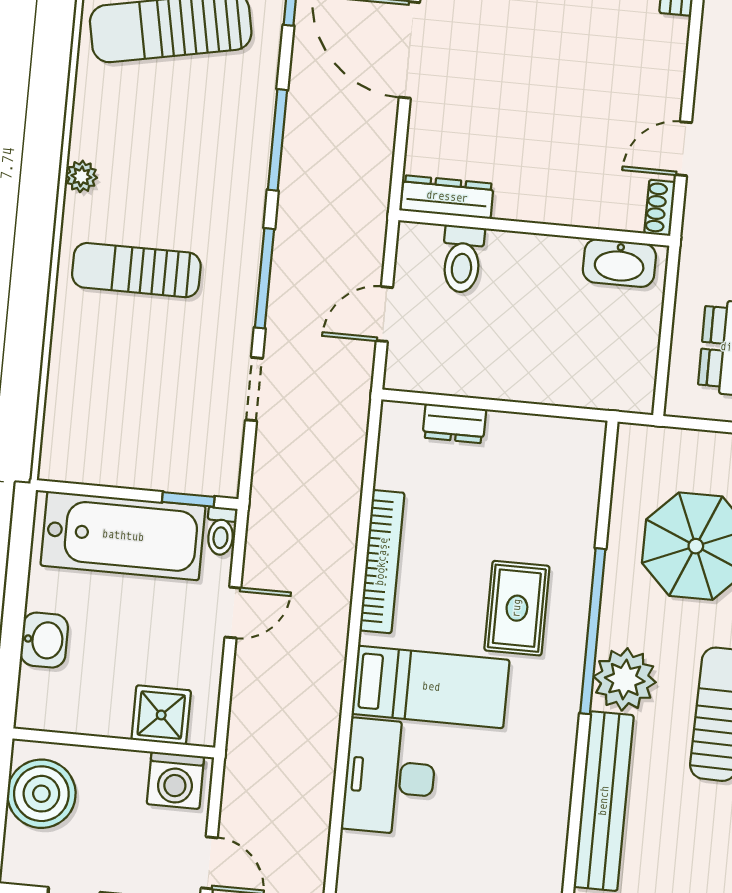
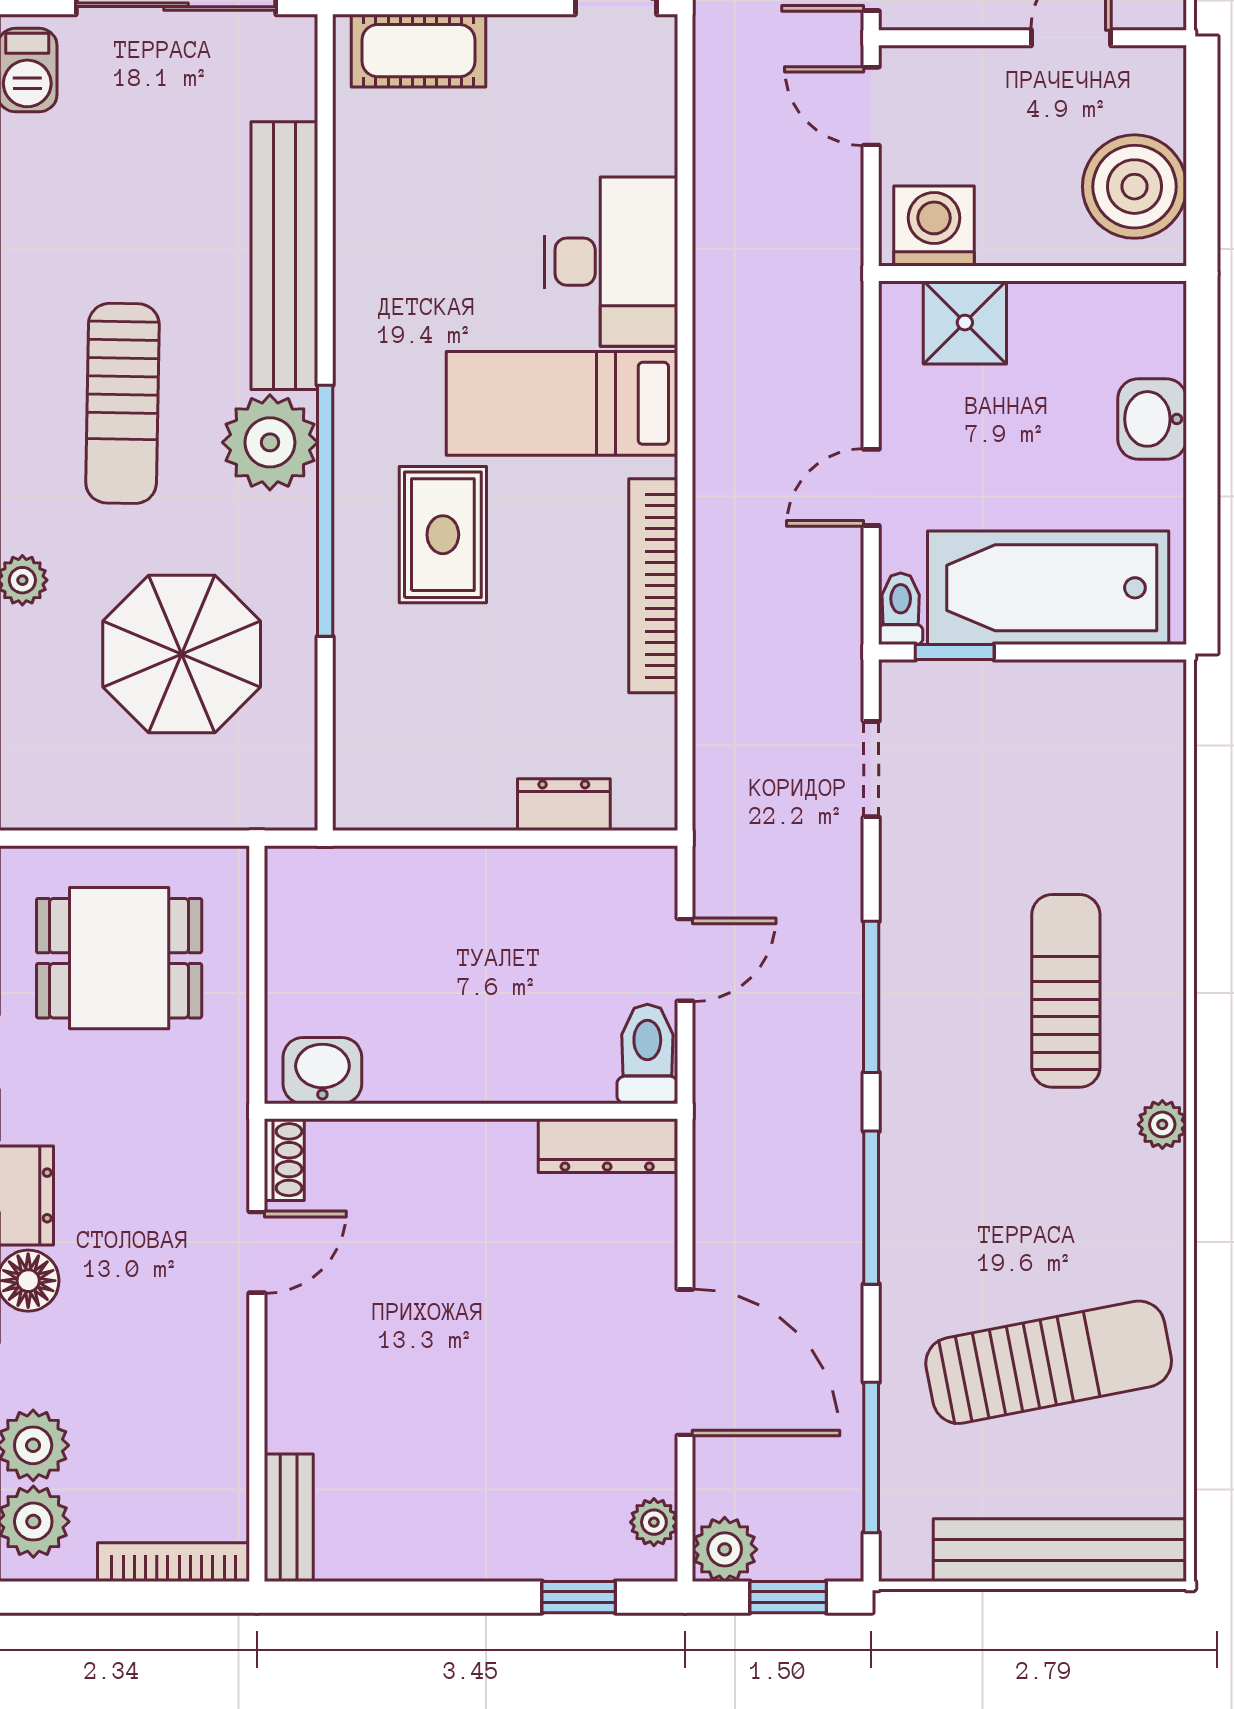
toilet: (462, 259) -> (647, 1054), moved
washbasin: (619, 263) -> (322, 1071), width x0.72
sun lounger: (136, 270) -> (1066, 991), turned -90
doorway: (254, 389) -> (871, 769), moved

